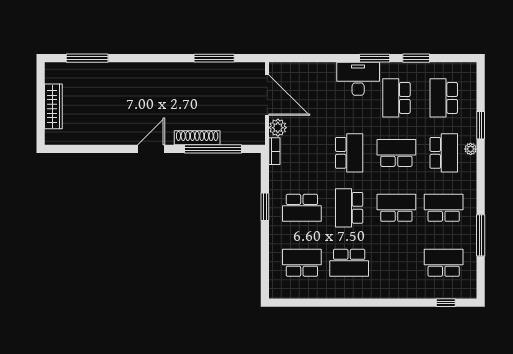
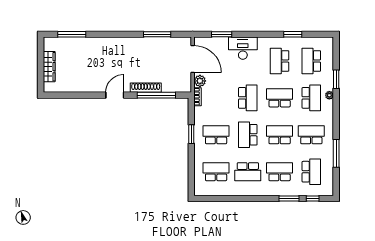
window: (375, 58) -> (222, 34), moved
desk: (358, 79) -> (243, 48), moved
school desk: (302, 208) -> (216, 135), turned 180
school desk: (396, 263) -> (280, 172), added
school desk: (444, 263) -> (311, 172), turned 90
window: (410, 303) -> (289, 198), added

